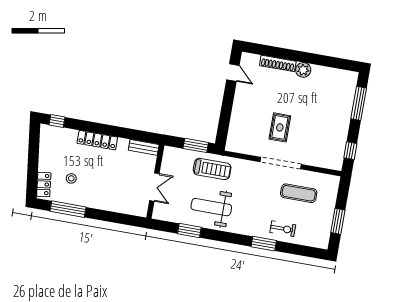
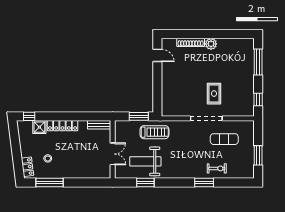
rug: (280, 127) -> (214, 94), moved
shower: (68, 137) -> (39, 127), added
weight bench: (211, 207) -> (145, 161), moved

